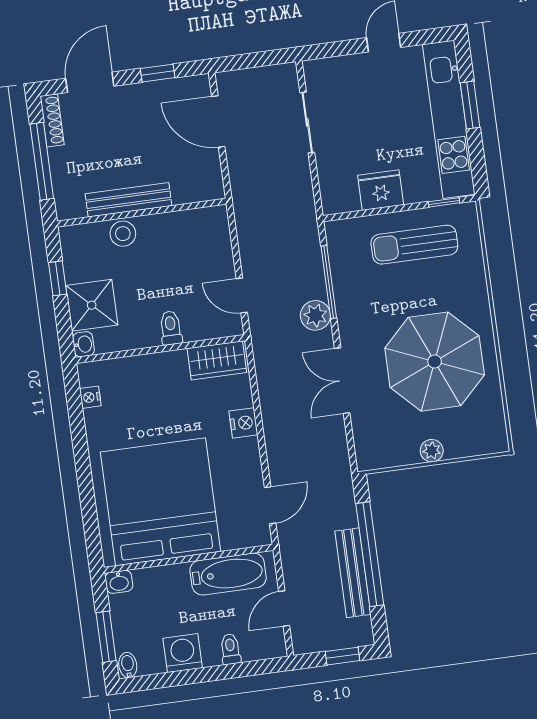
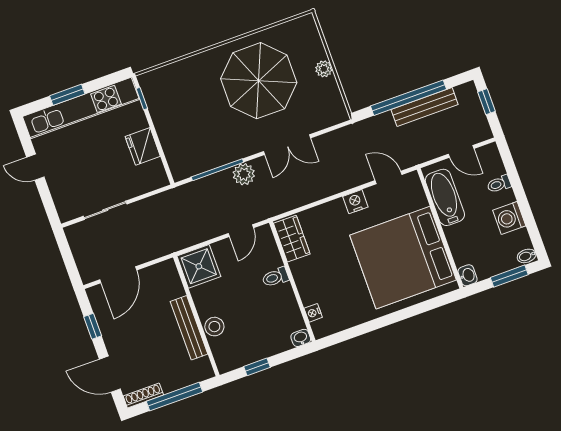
sun lounger: (414, 245) -> (177, 113), removed
shower: (92, 305) -> (199, 266), moved
nightstand: (90, 397) -> (313, 313), moved, turned 90
nightstand: (243, 423) -> (355, 202), moved

